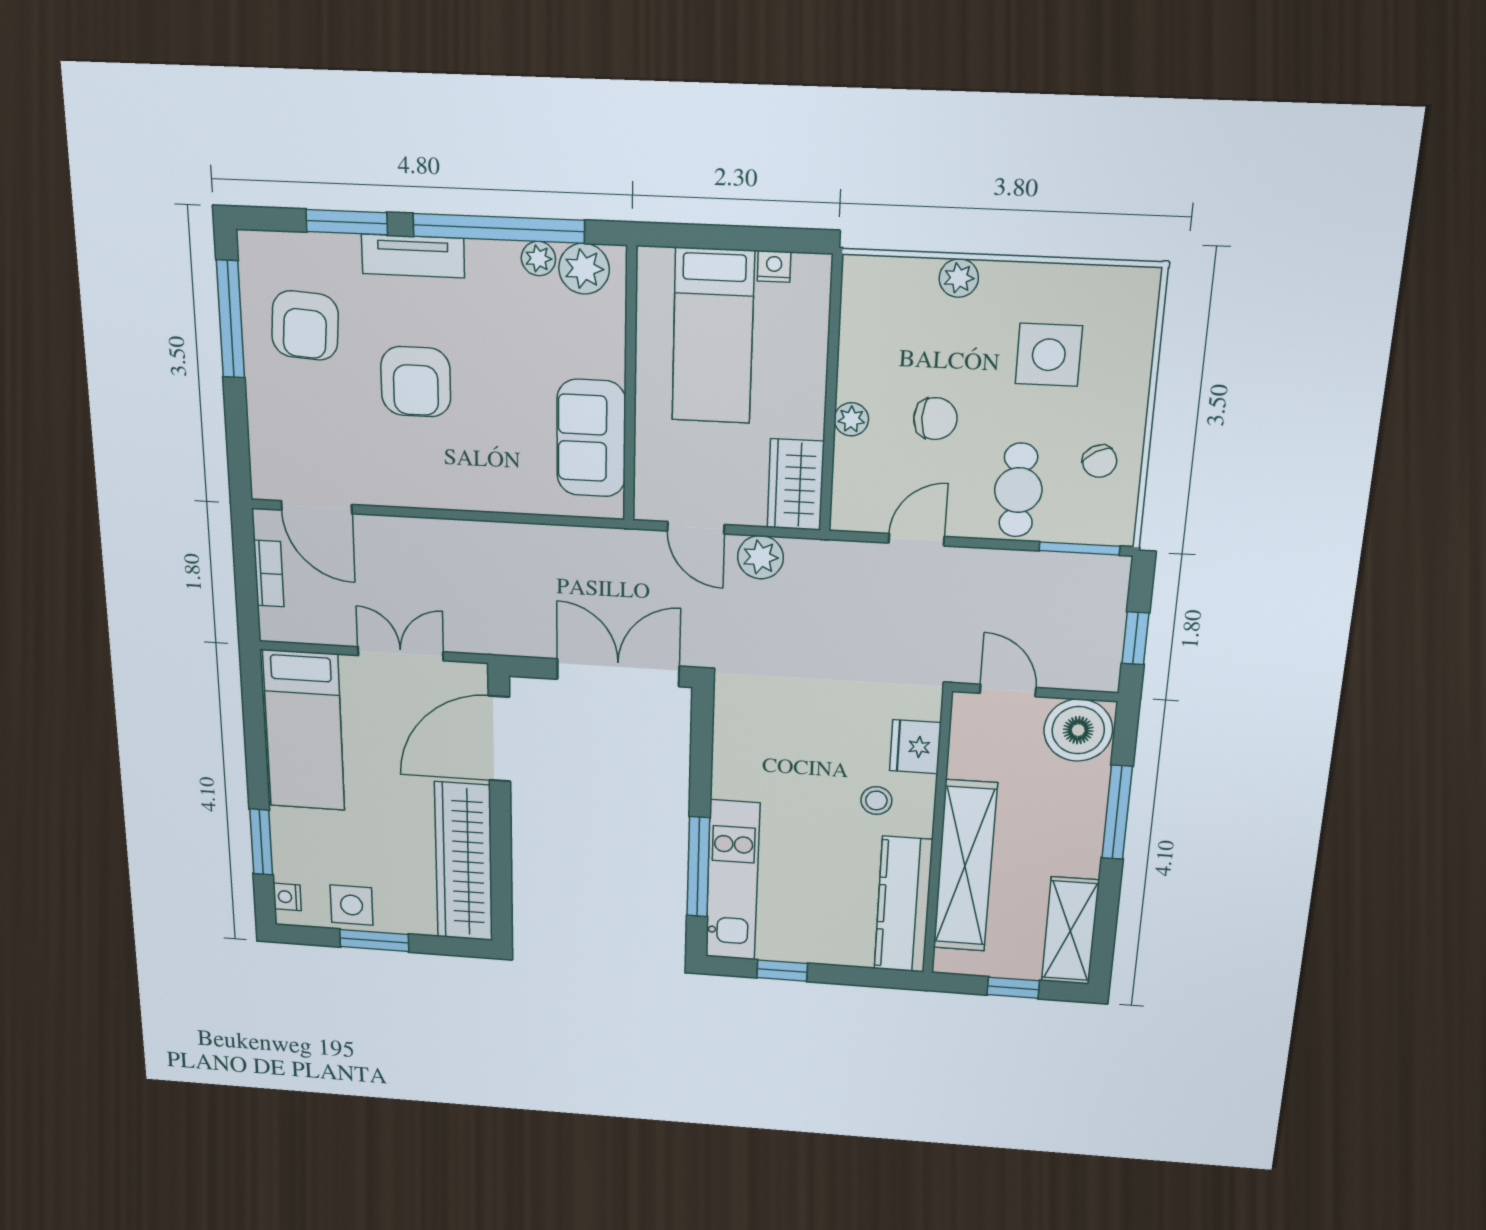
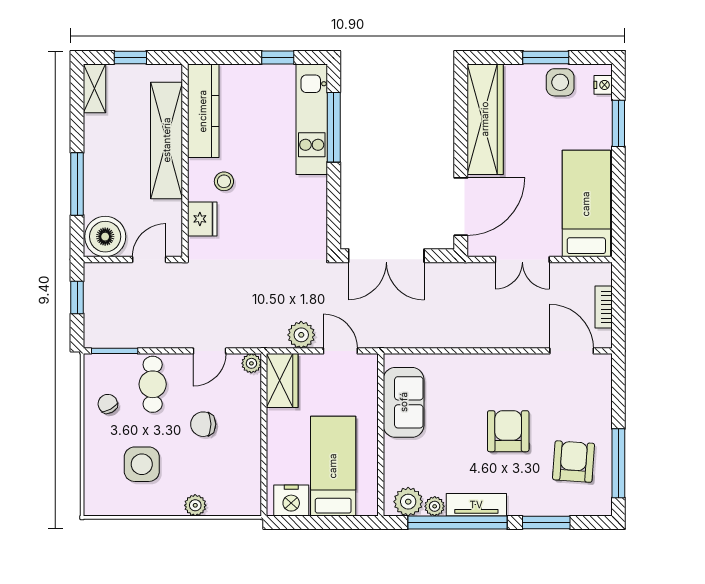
tv unit: (413, 256) -> (476, 505), moved
nightstand: (774, 266) -> (291, 501), width x1.89, depth x1.79
plant: (851, 419) -> (251, 363), moved
door: (1008, 690) -> (149, 259), swing flipped
shelving: (1070, 931) -> (94, 88), width x0.67, depth x0.75

